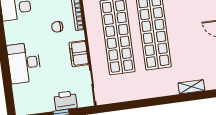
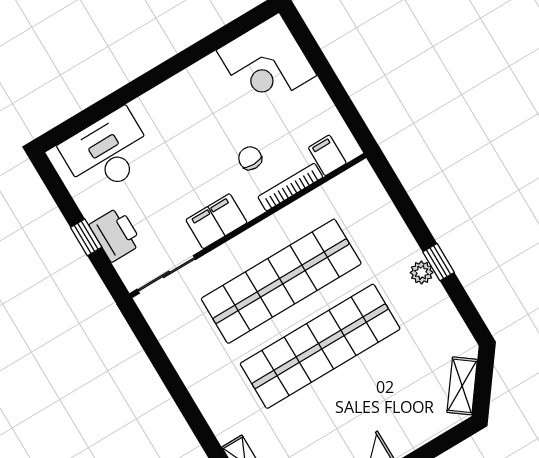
desk: (24, 63) -> (107, 152), moved

